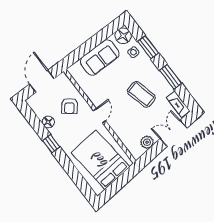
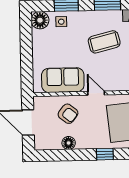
sofa: (100, 57) -> (63, 80), moved, turned -90
window: (51, 144) -> (105, 154), moved

